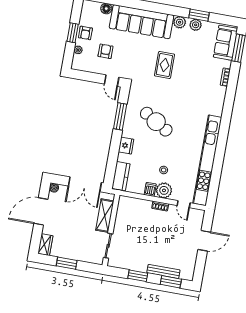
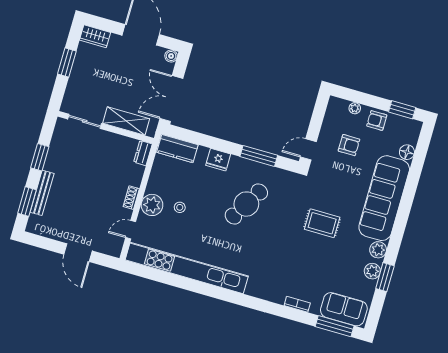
window: (73, 33) -> (402, 110), moved
dishwasher: (150, 189) -> (155, 186), removed
dresser: (127, 201) -> (143, 153), added

